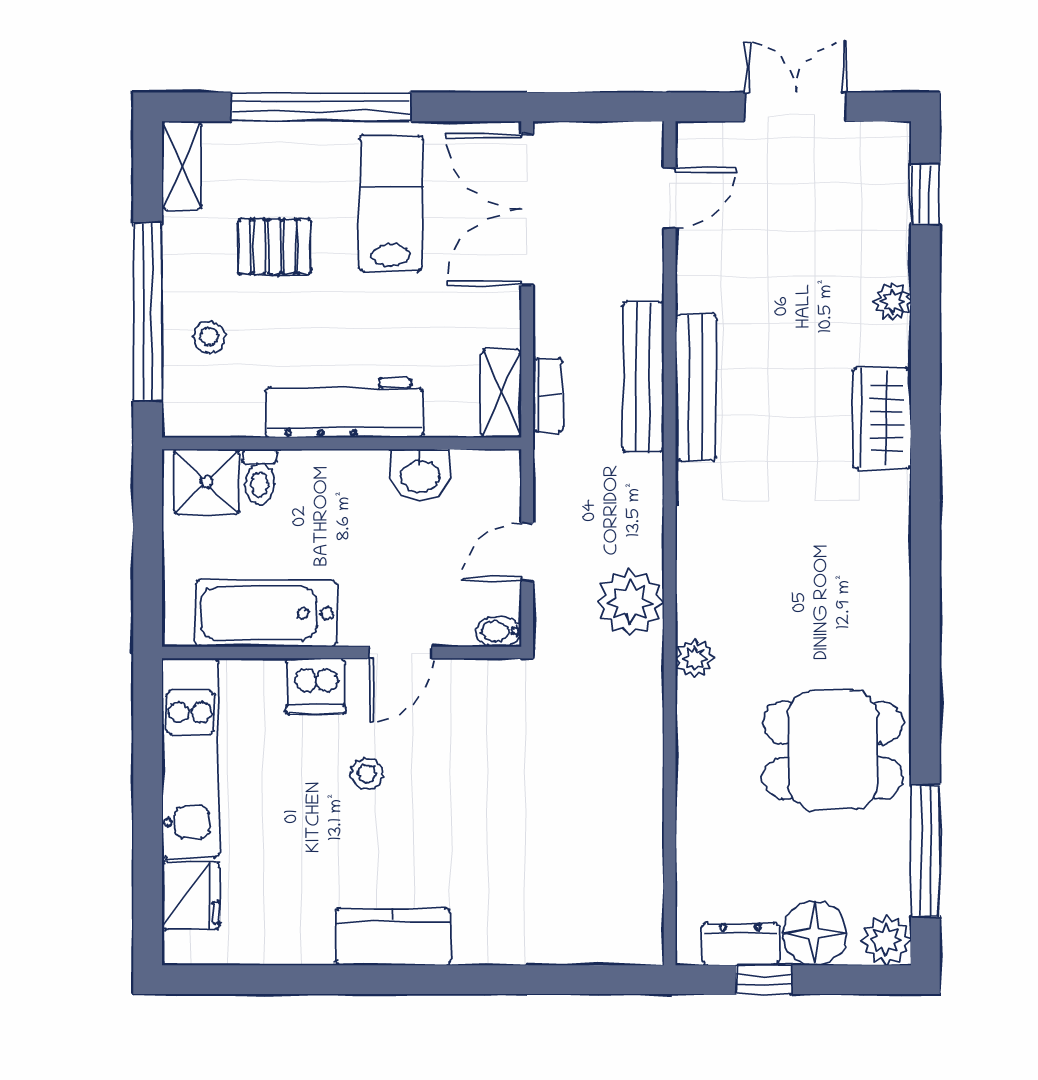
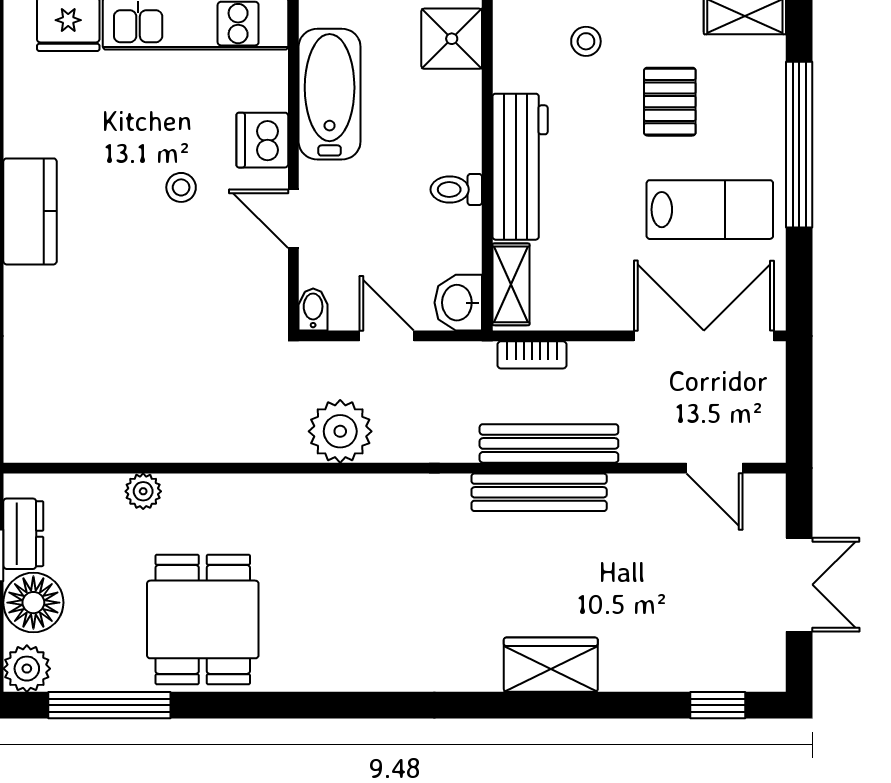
plant: (892, 302) -> (619, 675), removed
shelving: (501, 393) -> (511, 284), moved, turned 90
wardrobe: (882, 418) -> (551, 665), moved
washbasin: (420, 475) -> (458, 303), moved
toilet: (260, 477) -> (456, 190), moved
plant: (695, 658) -> (143, 491), moved

